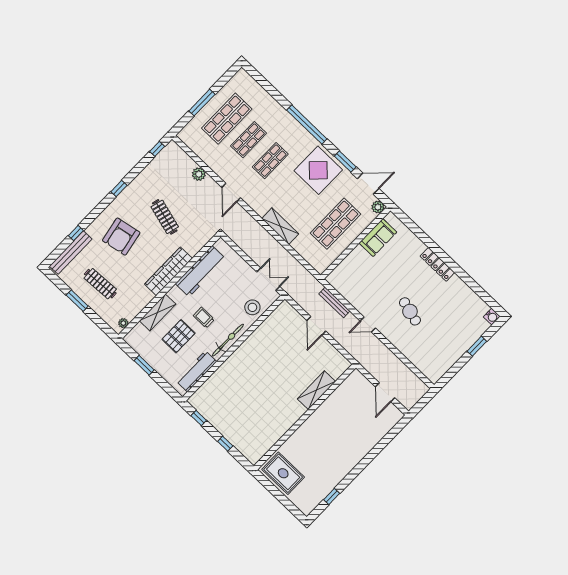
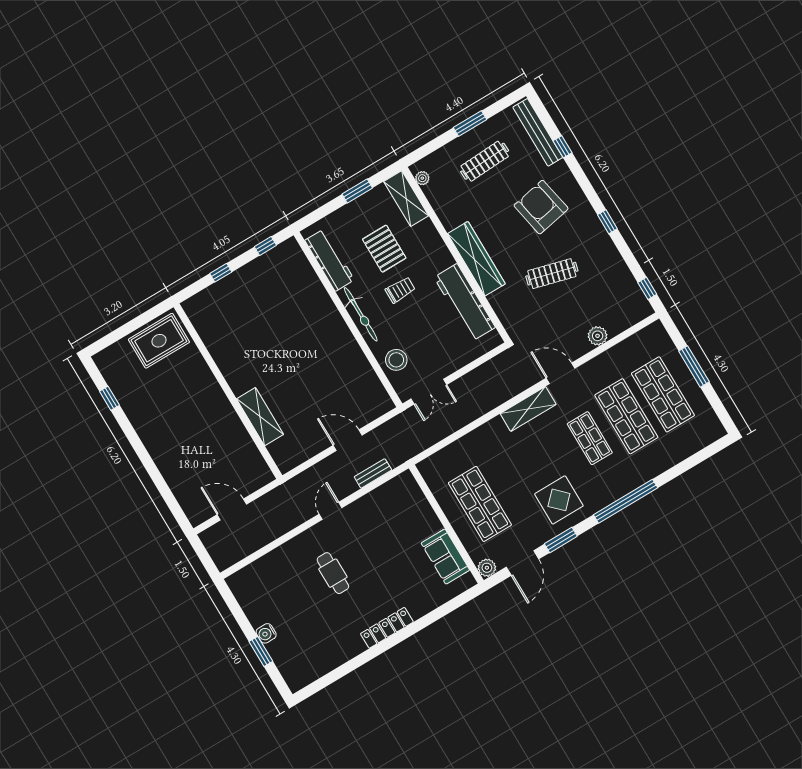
shop shelf: (249, 140) -> (626, 416), width x1.43, depth x1.36
display table: (318, 170) -> (559, 500), width x0.73, depth x0.73
shelving: (280, 226) -> (528, 409), moved
bench: (334, 302) -> (373, 473), width x0.73
cafe table: (410, 311) -> (333, 573), turned 75
shelving: (158, 312) -> (406, 199), moved
water cooler: (492, 317) -> (266, 633), moved

